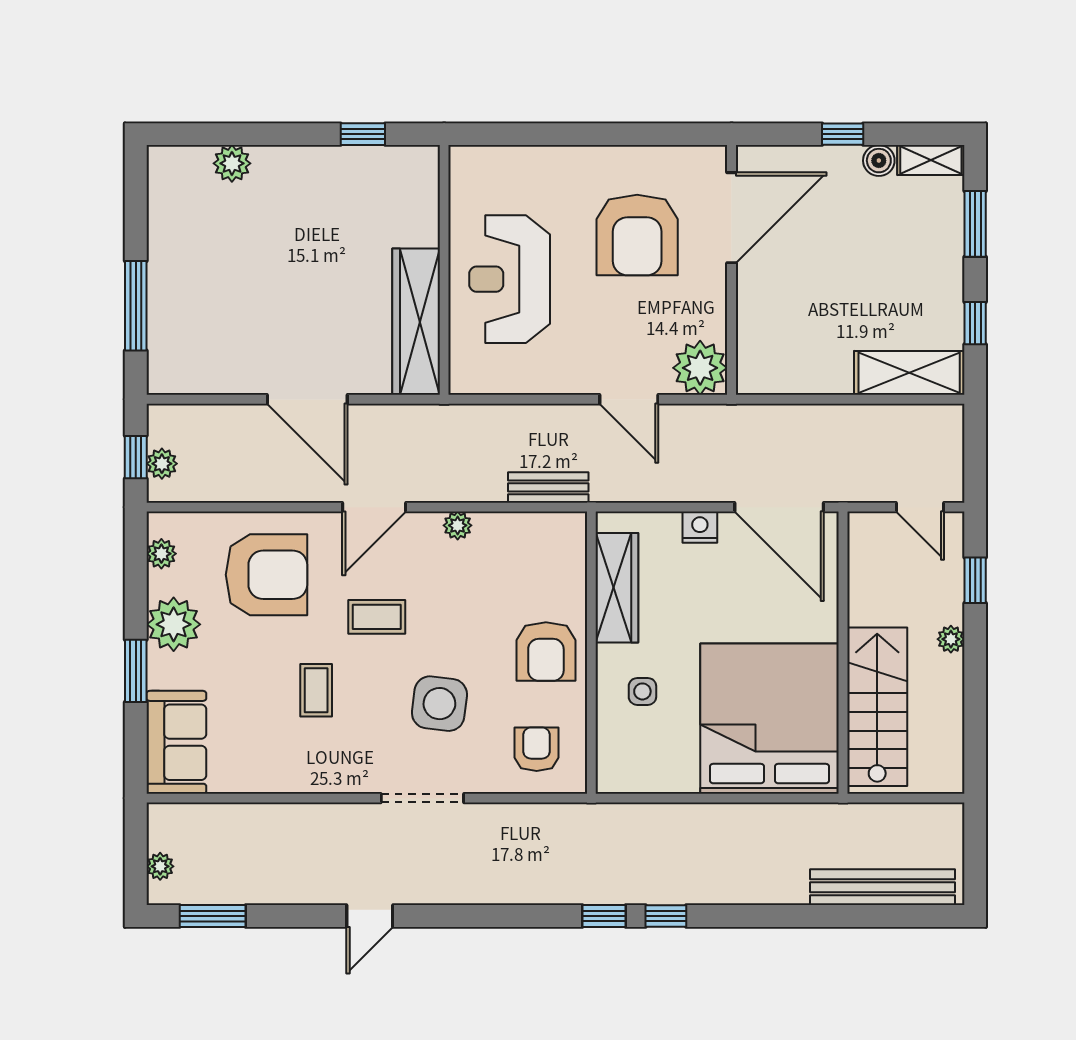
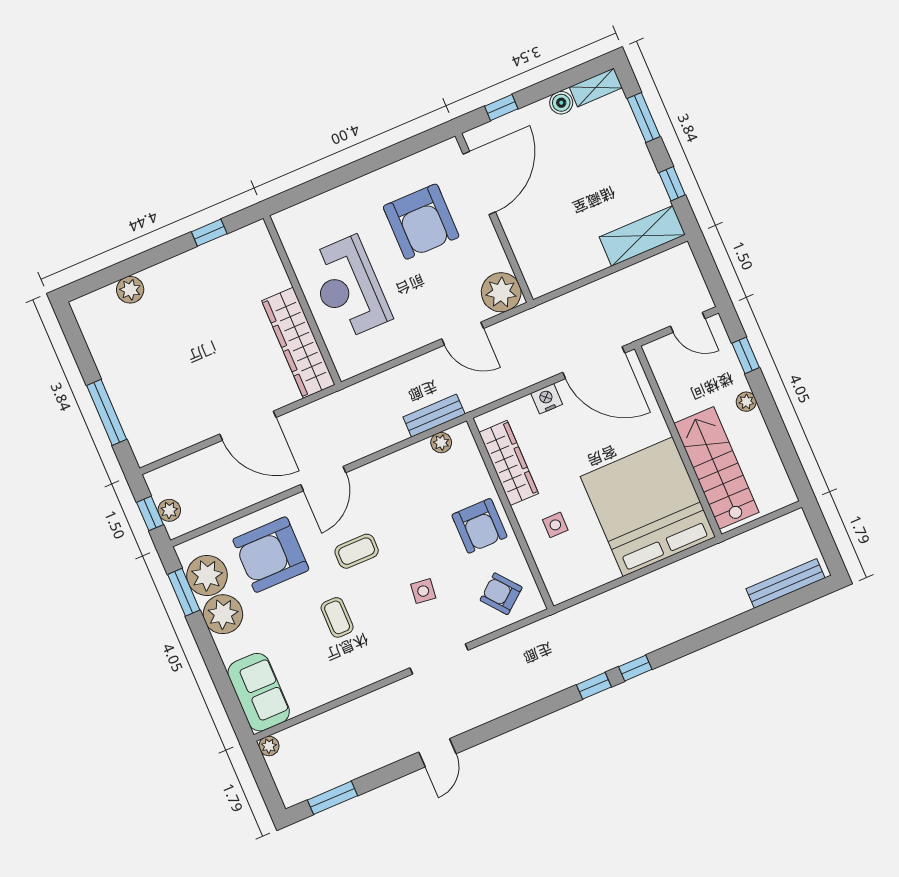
window: (843, 134) -> (501, 108), moved
plant: (458, 525) -> (441, 443), moved
plant: (161, 554) -> (207, 576), width x1.87, depth x1.87
armchair: (266, 575) -> (271, 555), turned 180
window: (136, 671) -> (184, 592), moved
side table: (439, 704) -> (423, 591), width x0.54, depth x0.54
armchair: (537, 749) -> (501, 594), turned -39
plant: (160, 866) -> (269, 746), moved
bench: (882, 887) -> (785, 583), width x0.73, depth x0.82

